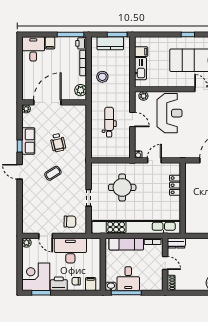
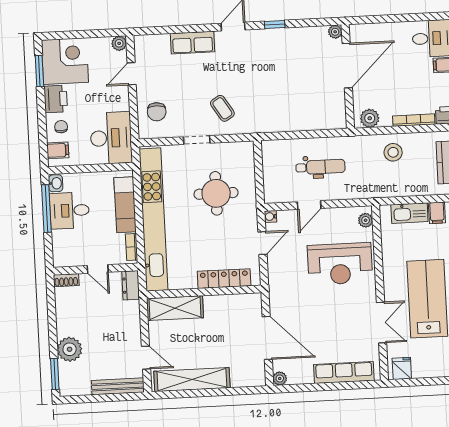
door: (47, 102) -> (347, 66), hinge flipped
door: (132, 119) -> (309, 205), moved
row of seats: (28, 141) -> (193, 43), moved
wheelchair: (58, 143) -> (283, 86), removed
door: (154, 160) -> (262, 243), hinge flipped
coffee table: (53, 173) -> (222, 108), moved
locker: (175, 185) -> (224, 279), width x1.53
shelving: (192, 216) -> (175, 308), added
desk: (70, 251) -> (111, 138), moved
door: (165, 263) -> (98, 269), hinge flipped

